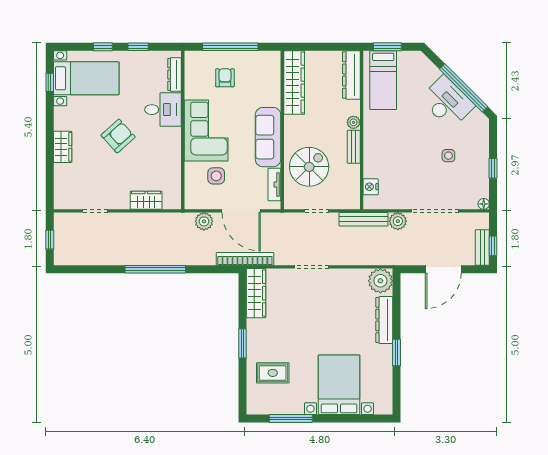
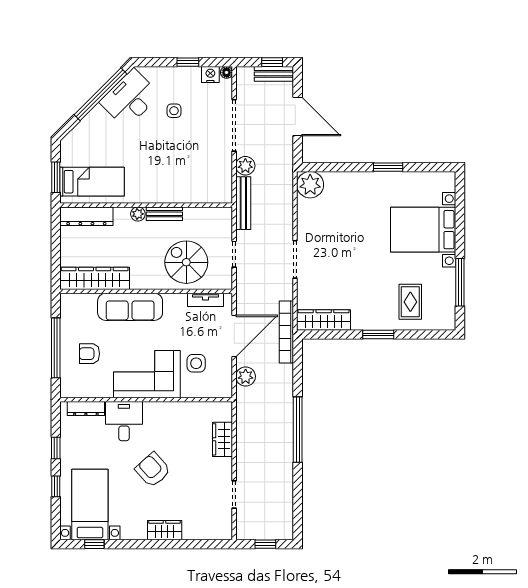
desk: (447, 102) -> (130, 98), moved
sofa: (268, 137) -> (130, 307), moved
nightstand: (371, 187) -> (210, 75), moved, turned 180
dresser: (384, 320) -> (353, 180), removed

